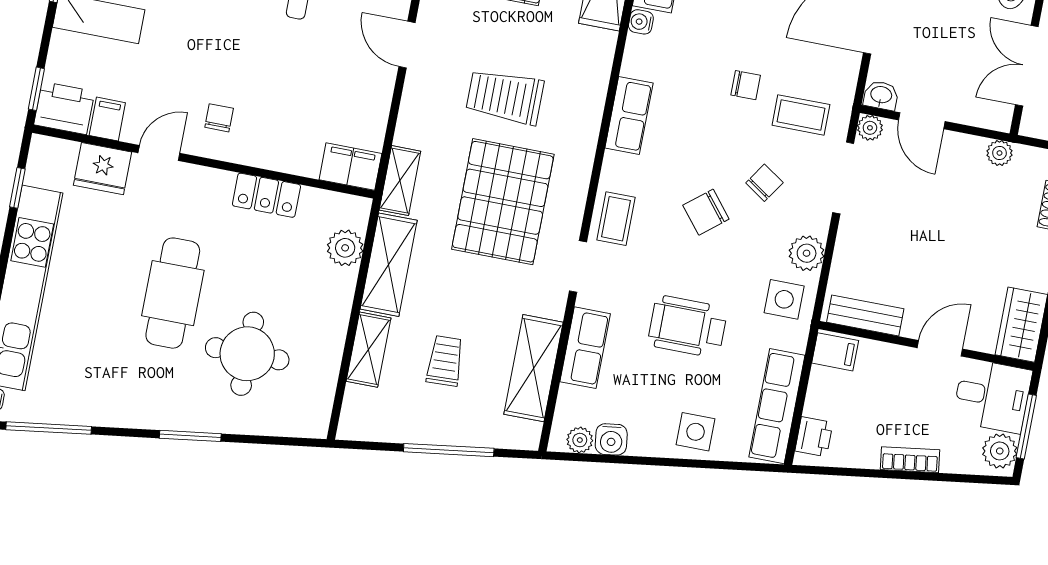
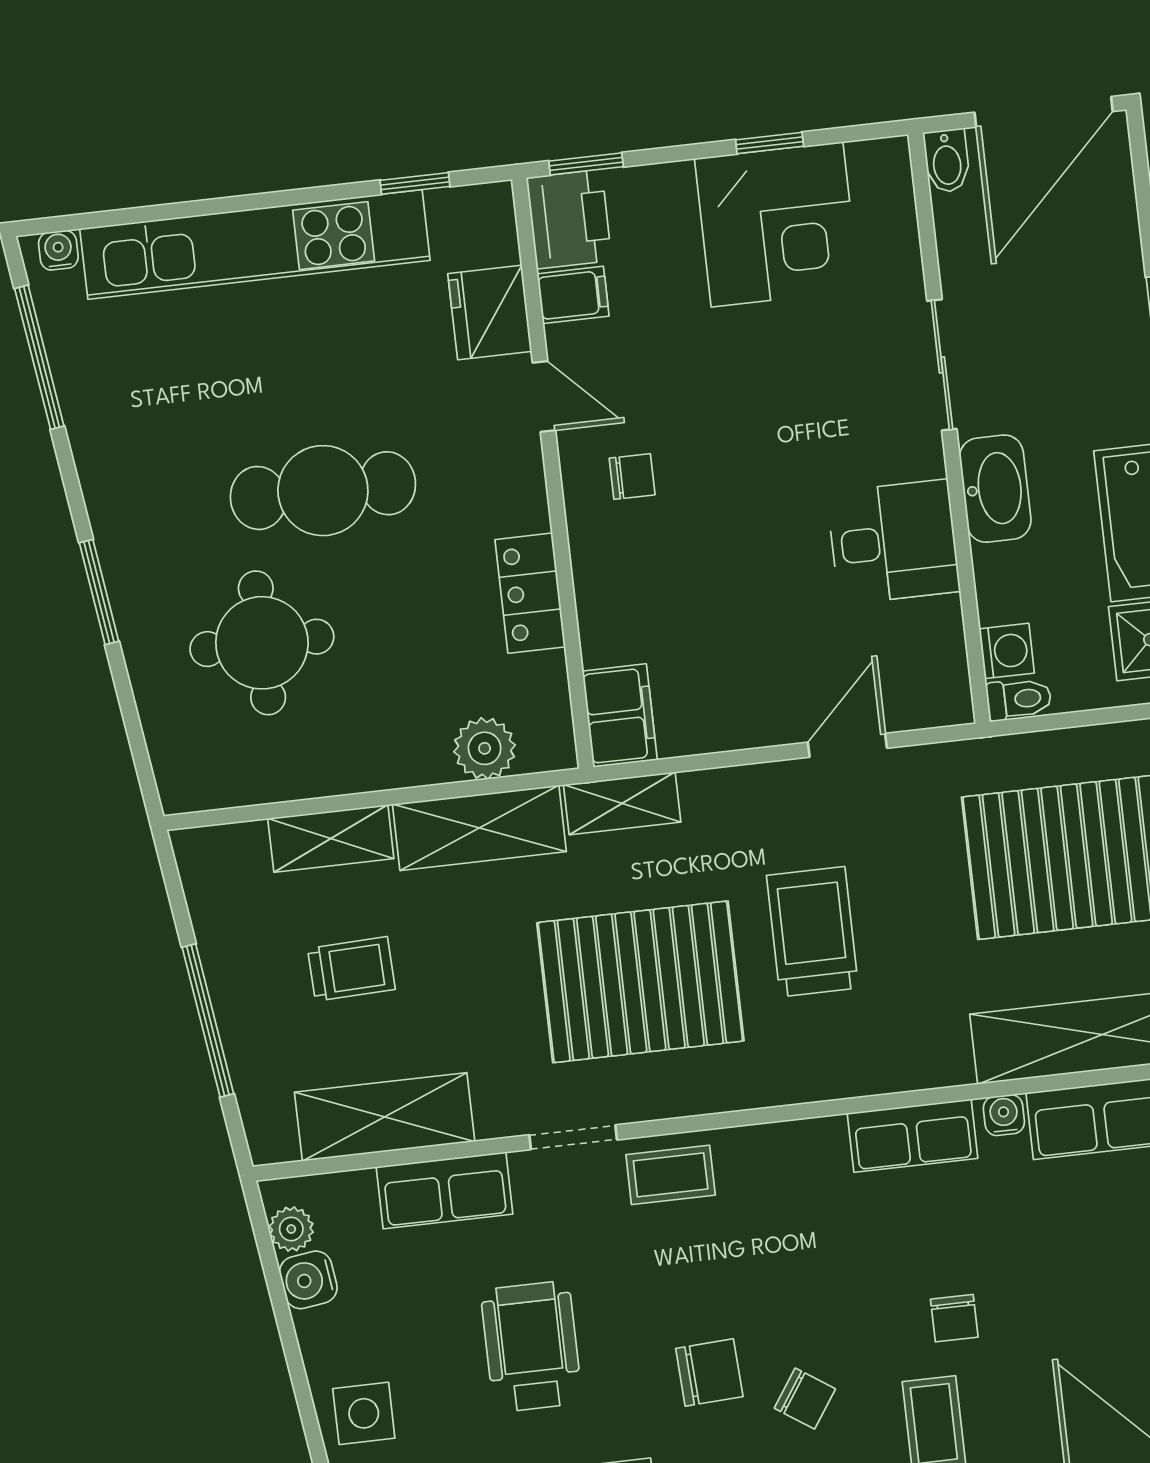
row of seats: (629, 115) -> (913, 1136), moved
chair: (706, 212) -> (709, 1372), moved, turned 126

